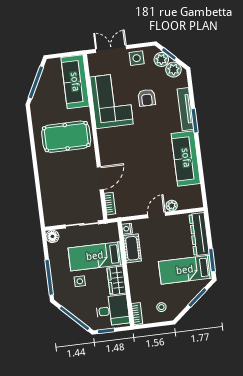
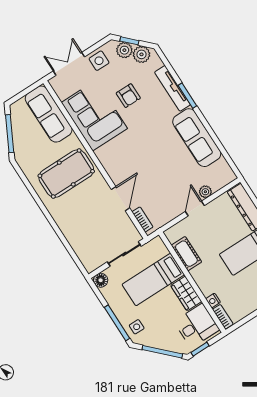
nightstand: (127, 229) -> (213, 301), moved
side table: (80, 281) -> (137, 327), moved
stool: (161, 307) -> (244, 299), removed

